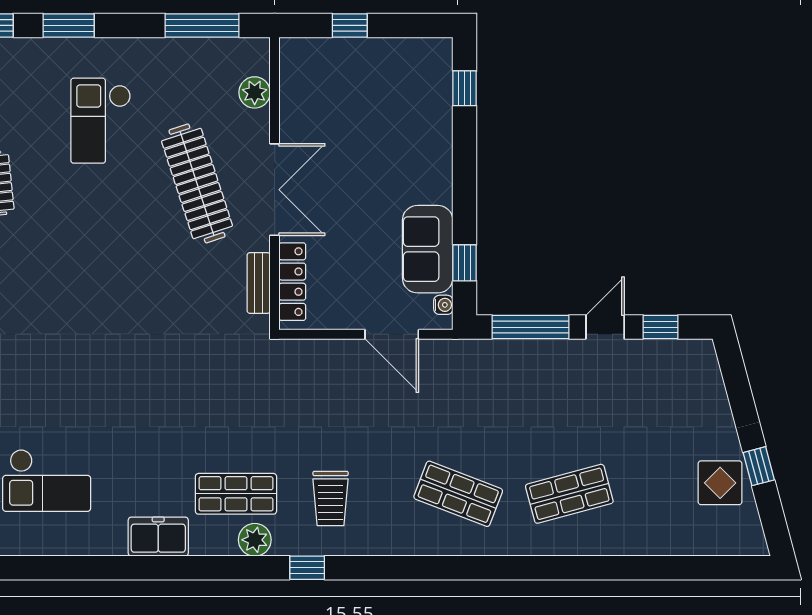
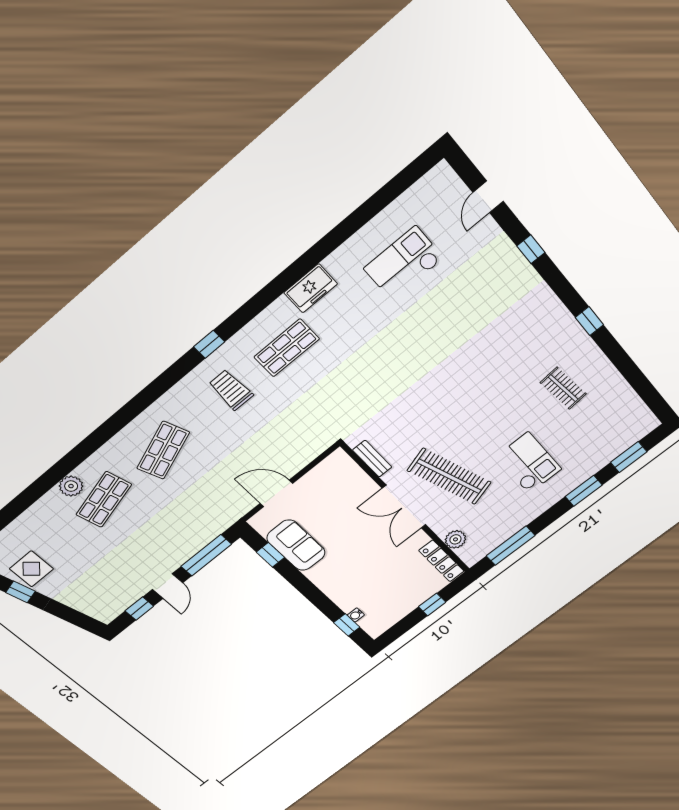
locker: (292, 282) -> (441, 561), moved
water cooler: (443, 305) -> (356, 615), moved
shop shelf: (458, 494) -> (163, 450), turned -42
plant: (255, 540) -> (71, 486), moved

